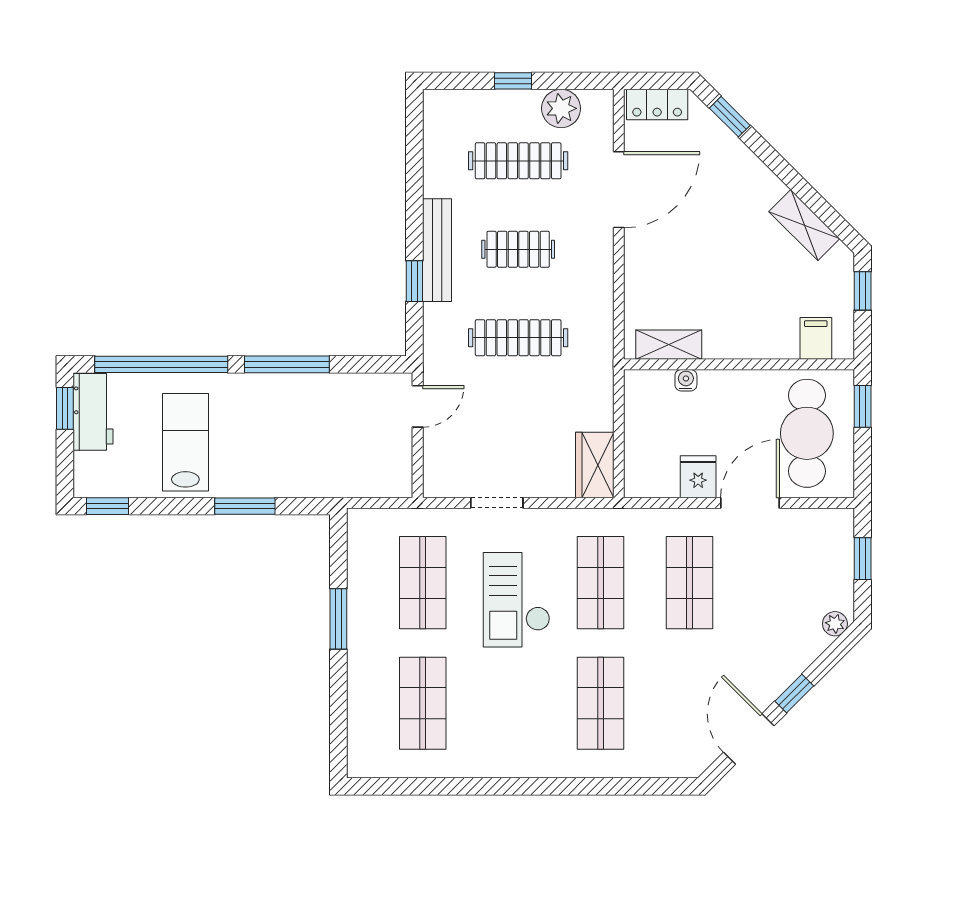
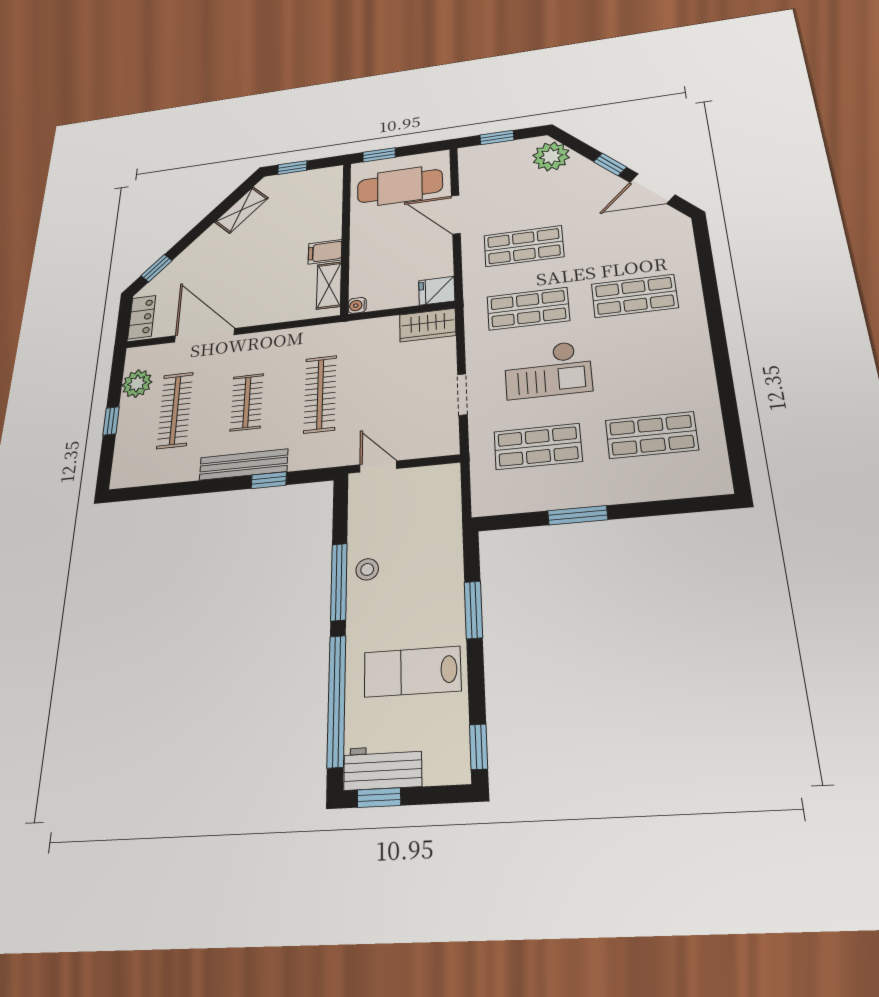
filing cabinet: (816, 338) -> (325, 252), moved
water cooler: (686, 380) -> (357, 305), moved
stool: (298, 395) -> (367, 569), added
fridge: (698, 477) -> (437, 291), moved
plant: (835, 624) -> (551, 156), width x1.87, depth x1.87

